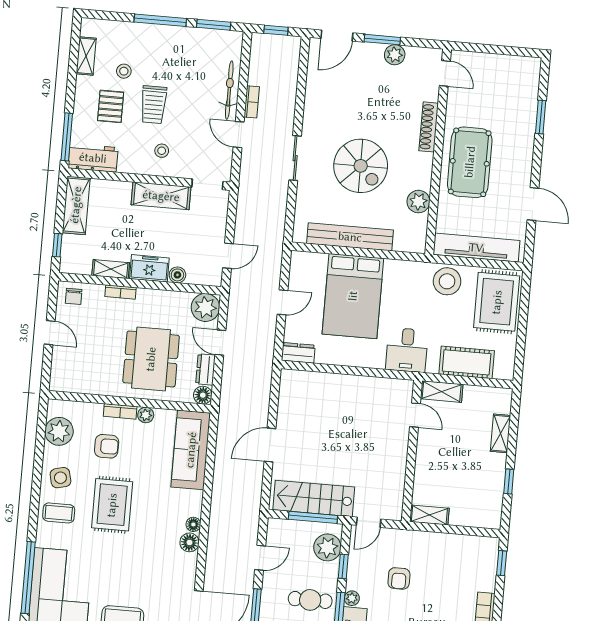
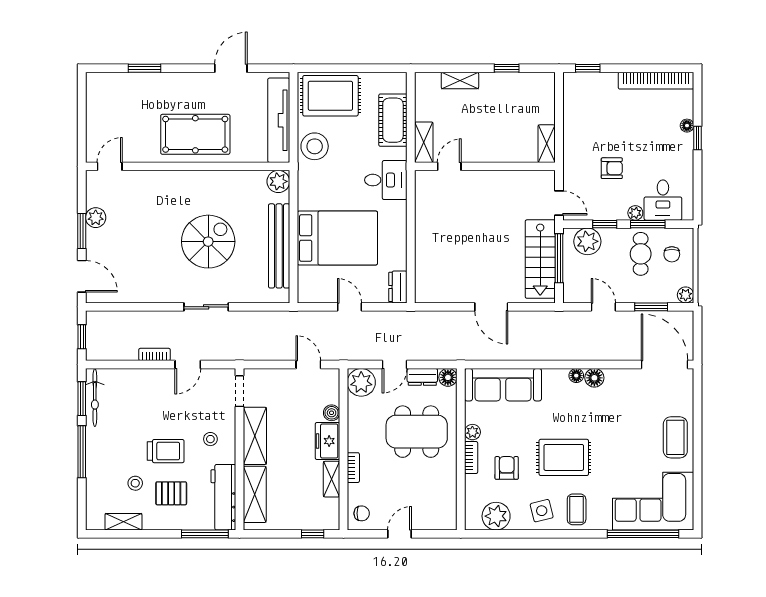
bicycle: (229, 90) -> (95, 398), moved, turned -90
shoe rack: (429, 127) -> (164, 178), removed
workbench: (93, 158) -> (223, 497), width x1.37
plant: (418, 202) -> (278, 181), moved
shelving: (76, 205) -> (255, 494), moved, turned 90

